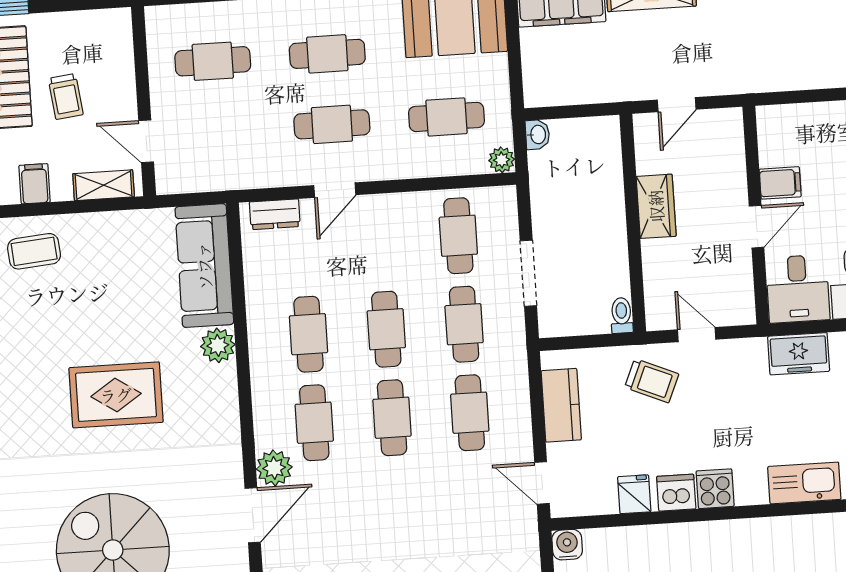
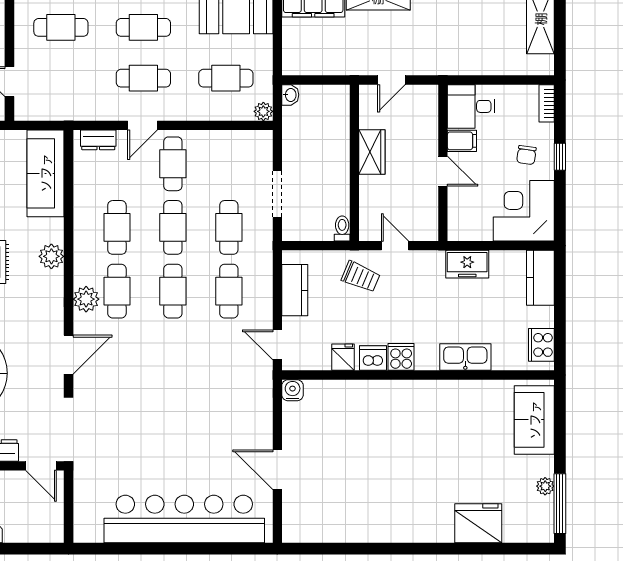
door: (757, 227) -> (443, 171), hinge flipped
cafe table: (458, 236) -> (173, 164), moved
desk: (798, 289) -> (471, 106), moved, turned 90
plant: (218, 345) -> (51, 256), moved
plant: (274, 468) -> (86, 299), moved

